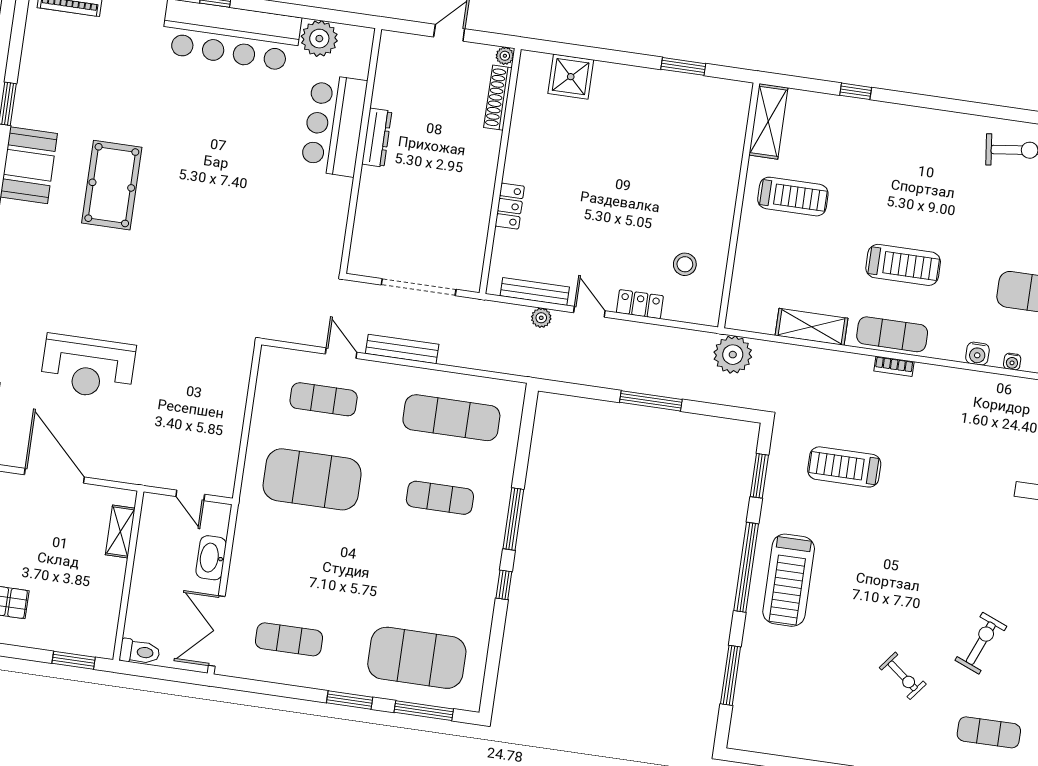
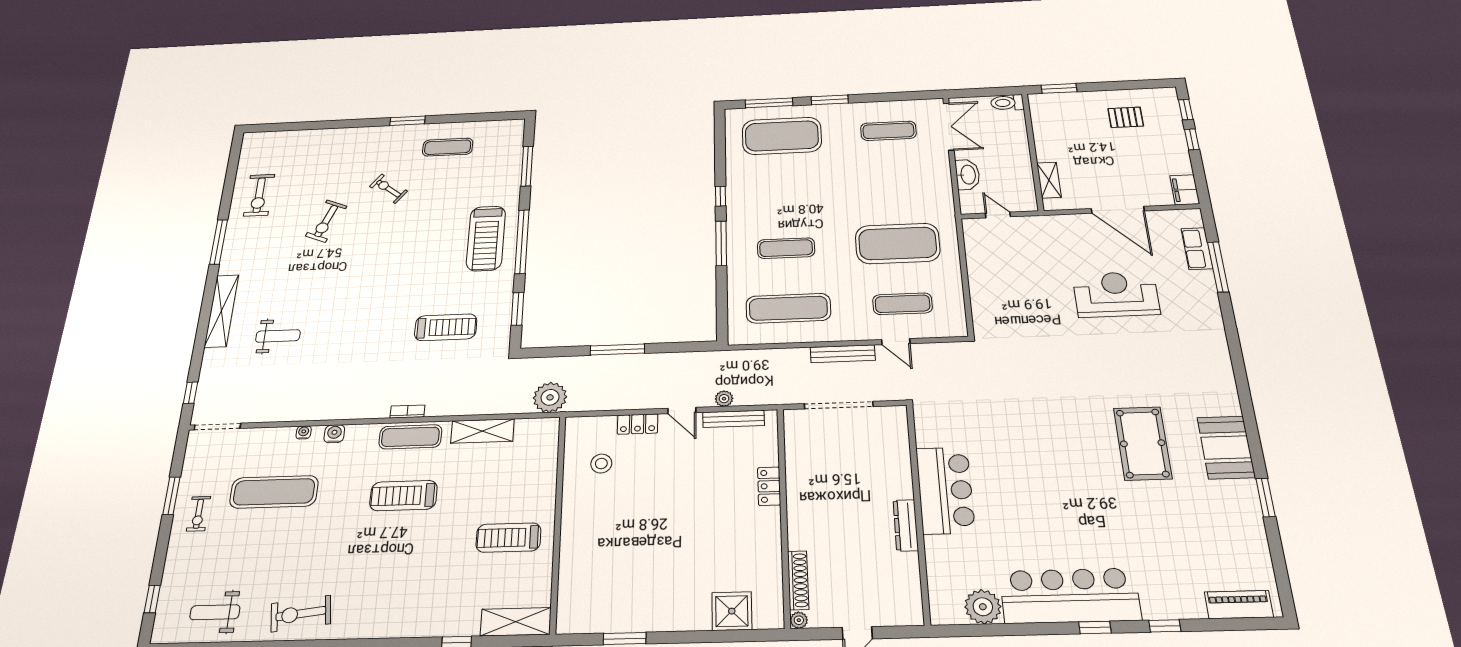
shelving: (768, 121) -> (516, 622), moved, turned 90
bar counter: (334, 125) -> (945, 490), moved
treadmill: (789, 580) -> (486, 238), turned 180
exercise mat: (989, 732) -> (448, 147), moved

